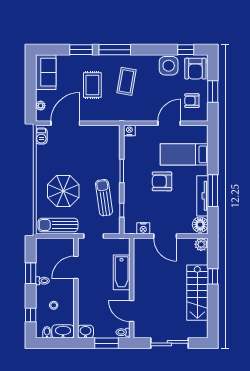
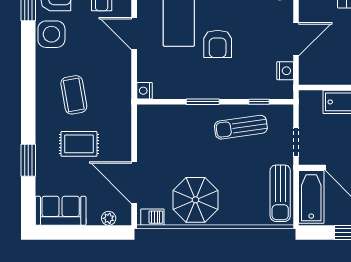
window: (115, 50) -> (28, 112), removed
coffee table: (126, 81) -> (74, 95), turned 70
parasol: (63, 191) -> (195, 200), moved
bathtub: (55, 247) -> (311, 197), added

